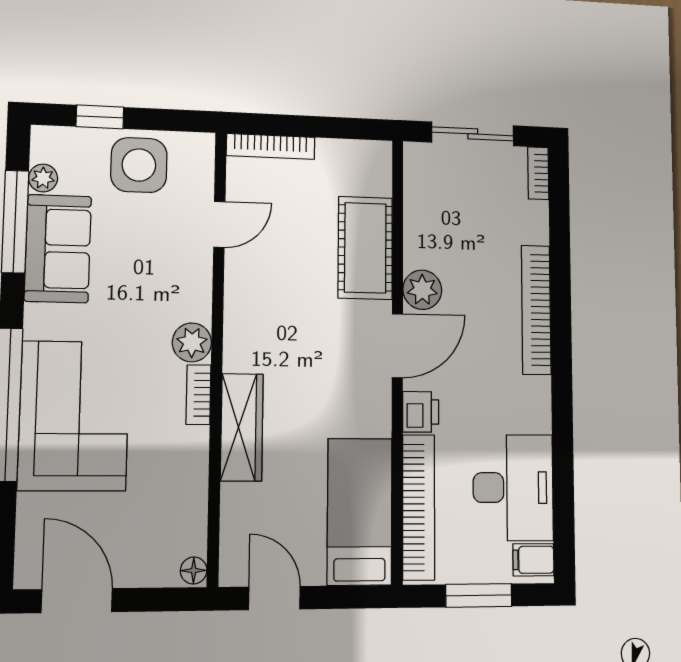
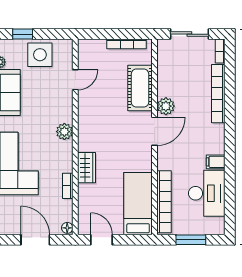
bookcase: (271, 146) -> (127, 44), moved
bookcase: (536, 310) -> (218, 94), moved
bookcase: (198, 395) -> (68, 186), moved
printer: (421, 412) -> (165, 160), removed
wardrobe: (242, 427) -> (86, 168), width x0.67
filing cabinet: (533, 560) -> (216, 162), moved
door: (77, 601) -> (35, 240), moved

